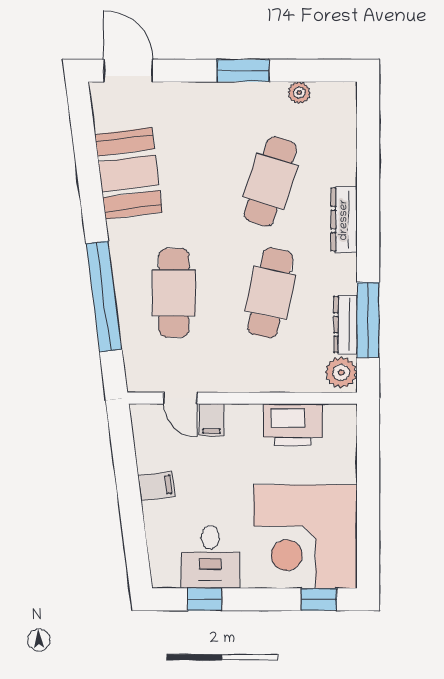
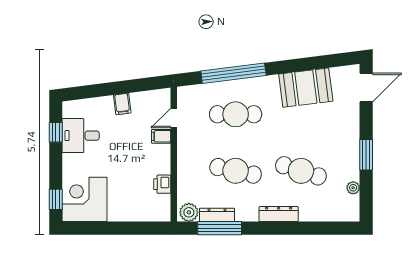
printer: (293, 425) -> (162, 184), width x0.53, depth x0.68
corner desk: (305, 537) -> (85, 199), width x0.74, depth x0.74

